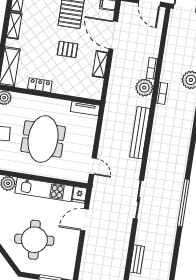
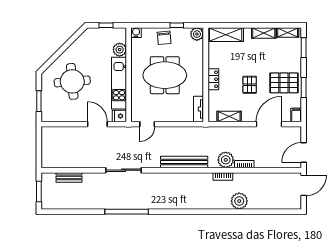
shelving: (100, 64) -> (229, 116), moved
locker: (40, 85) -> (213, 79), moved

